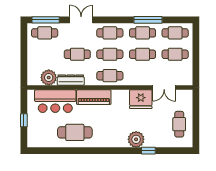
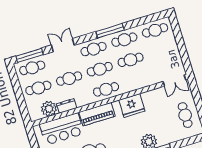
window: (148, 20) -> (110, 31), moved
cafe table: (175, 54) -> (38, 88), moved
dresser: (71, 80) -> (67, 106), width x0.70
double door: (164, 88) -> (174, 81), moved
fridge: (141, 99) -> (132, 106), moved

